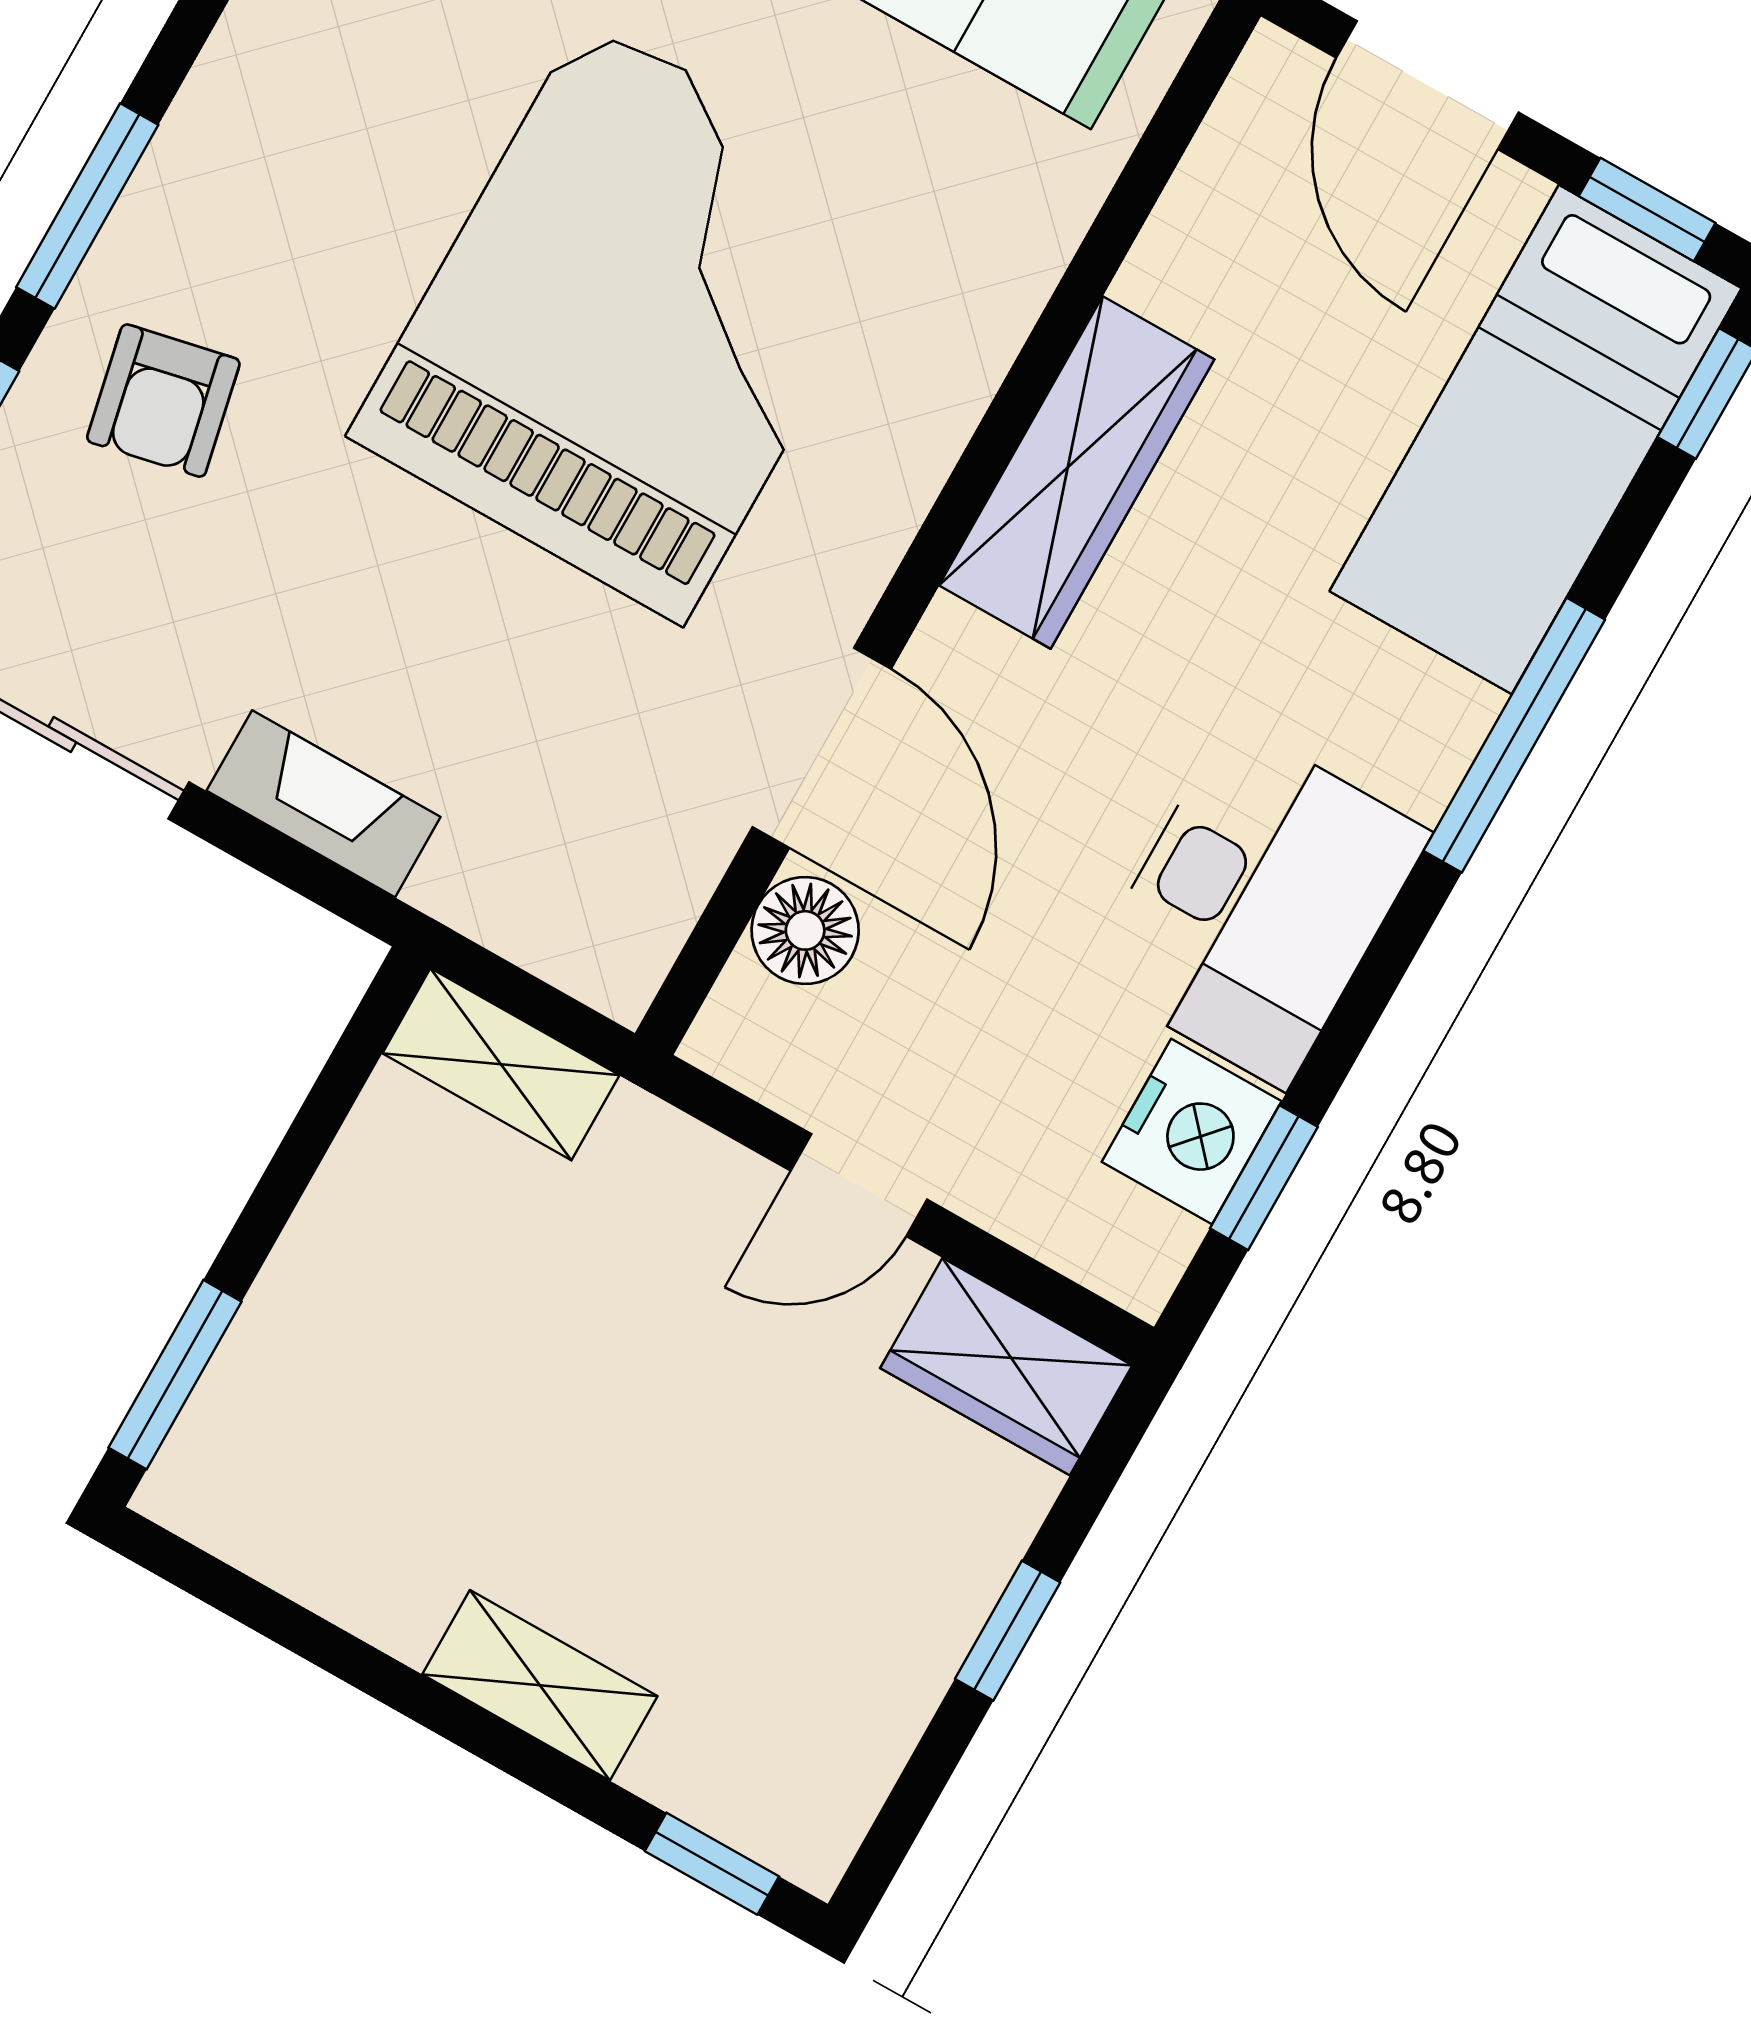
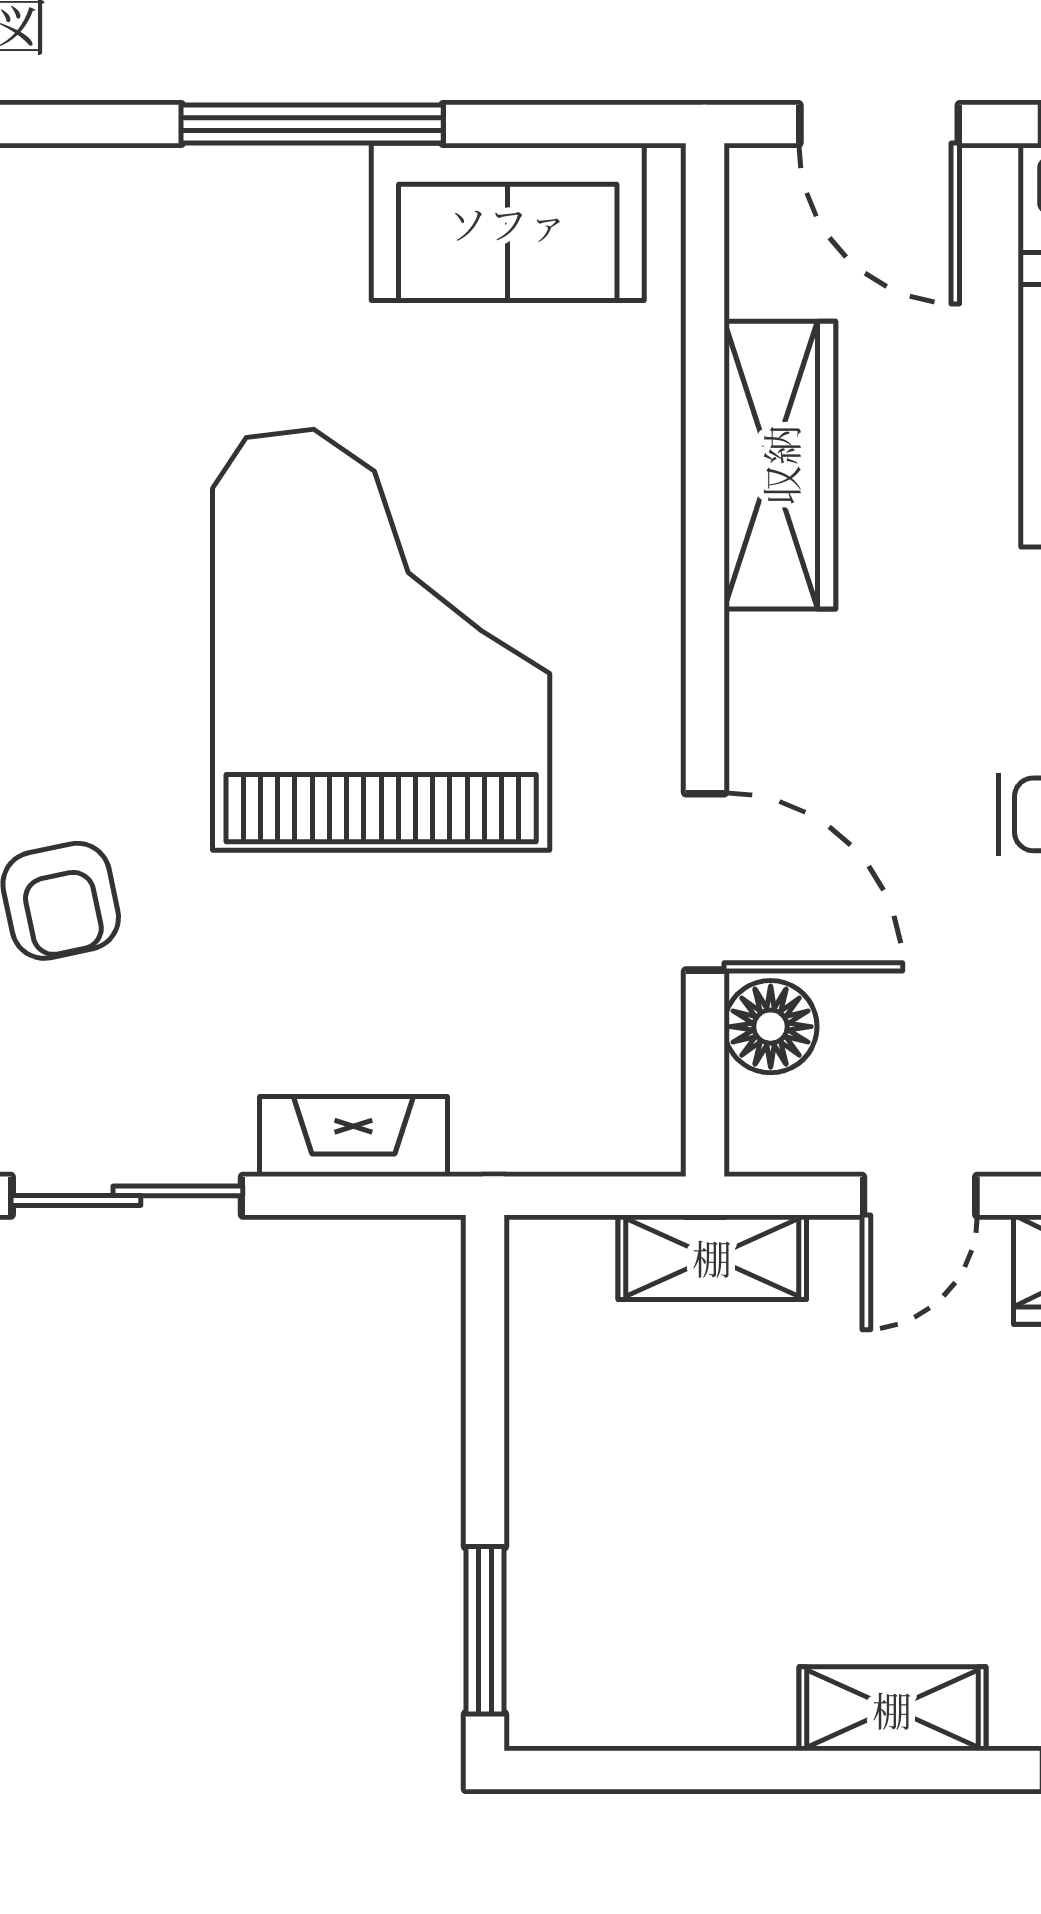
wardrobe: (1077, 472) -> (780, 465), moved
shelving: (501, 1064) -> (712, 1257), moved

